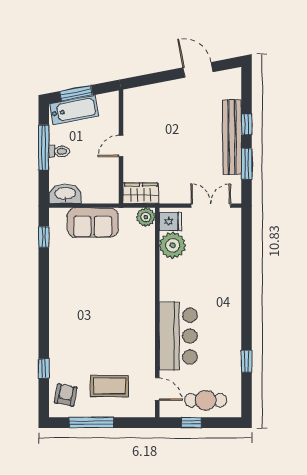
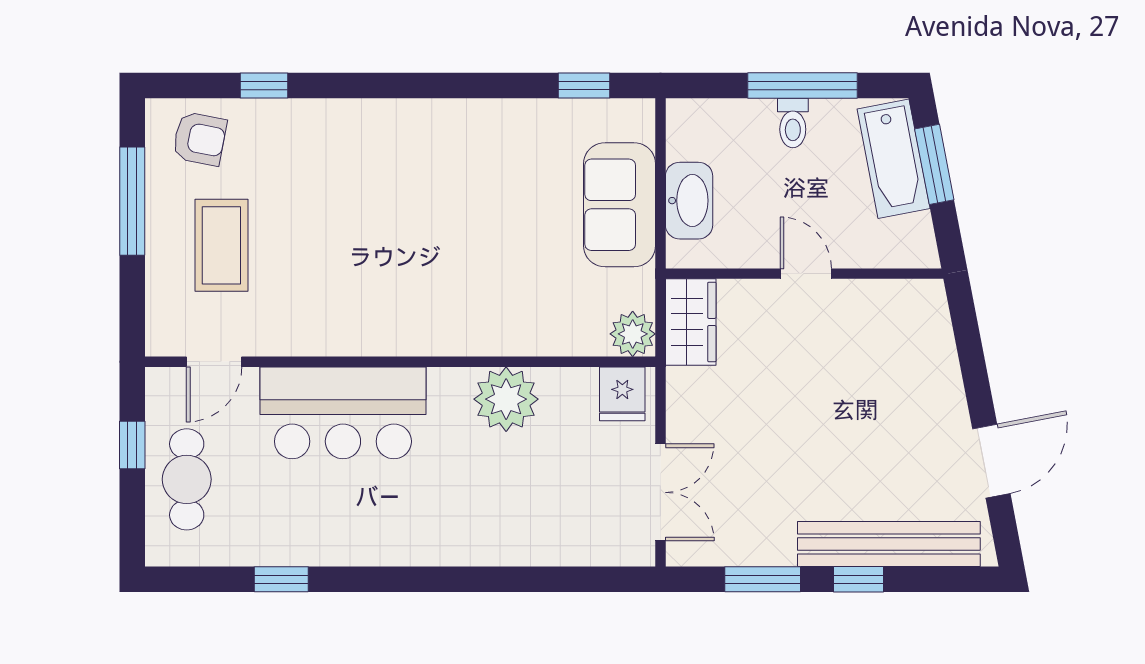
bench: (232, 137) -> (889, 544), moved
washbasin: (65, 194) -> (689, 201), moved
plant: (173, 245) -> (506, 399), moved

